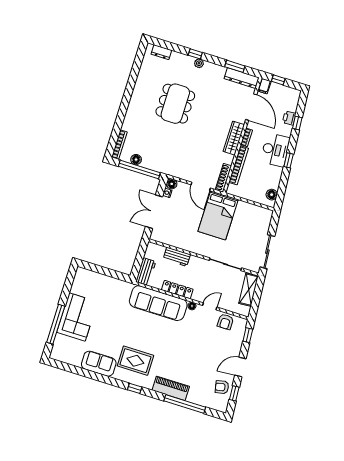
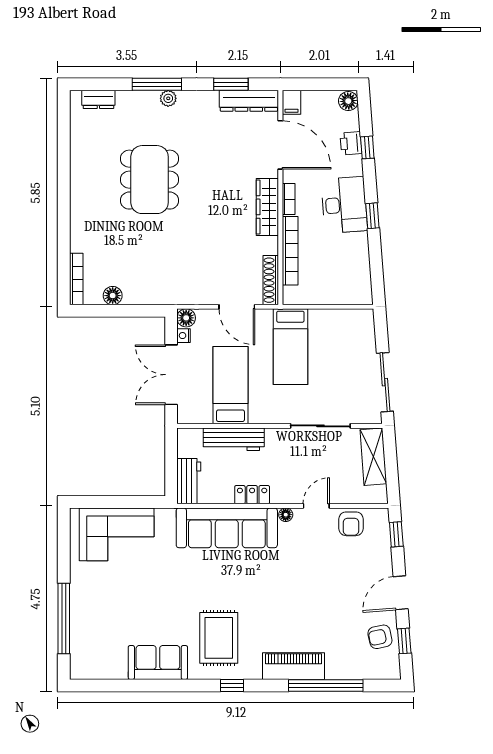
window: (195, 54) -> (157, 84), width x2.17
window: (278, 80) -> (312, 84), removed
window: (139, 169) -> (123, 311), removed
floor lamp: (272, 195) -> (348, 101), moved
bed: (218, 215) -> (290, 347), width x0.67
bed: (184, 227) -> (230, 385), added
workbench: (177, 257) -> (234, 439), width x1.38
locker: (177, 290) -> (252, 495), width x0.66
corner sofa: (77, 317) -> (117, 534), moved, turned 90
rug: (135, 361) -> (219, 638), turned 90

